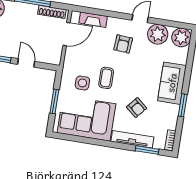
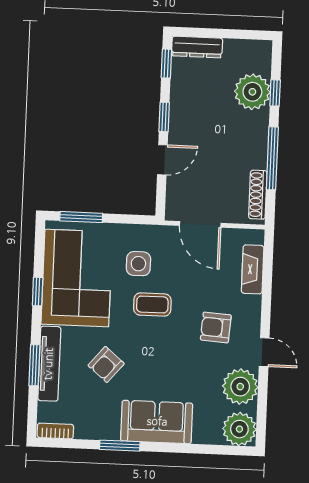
door: (67, 34) -> (200, 224), moved
window: (54, 101) -> (81, 217), moved
window: (91, 141) -> (38, 292), added
window: (147, 150) -> (34, 365), moved

